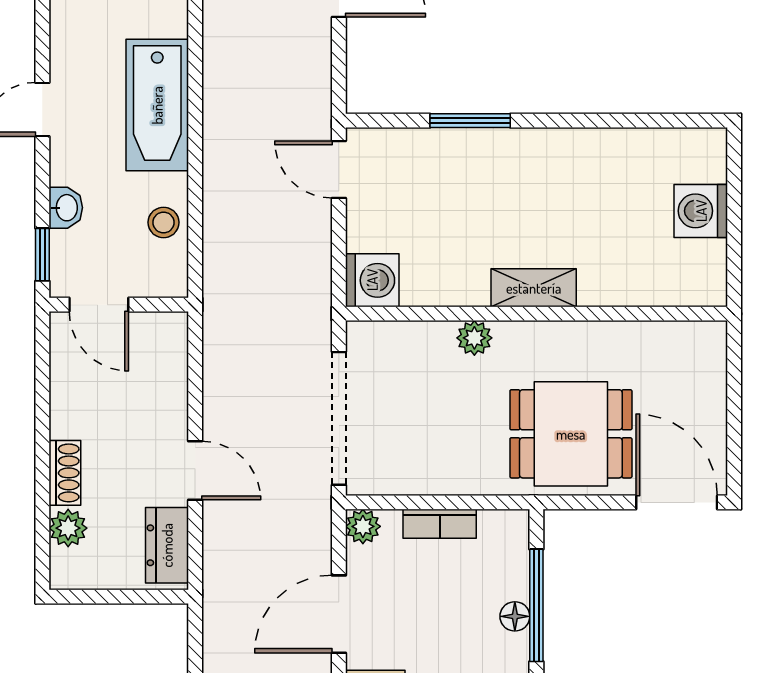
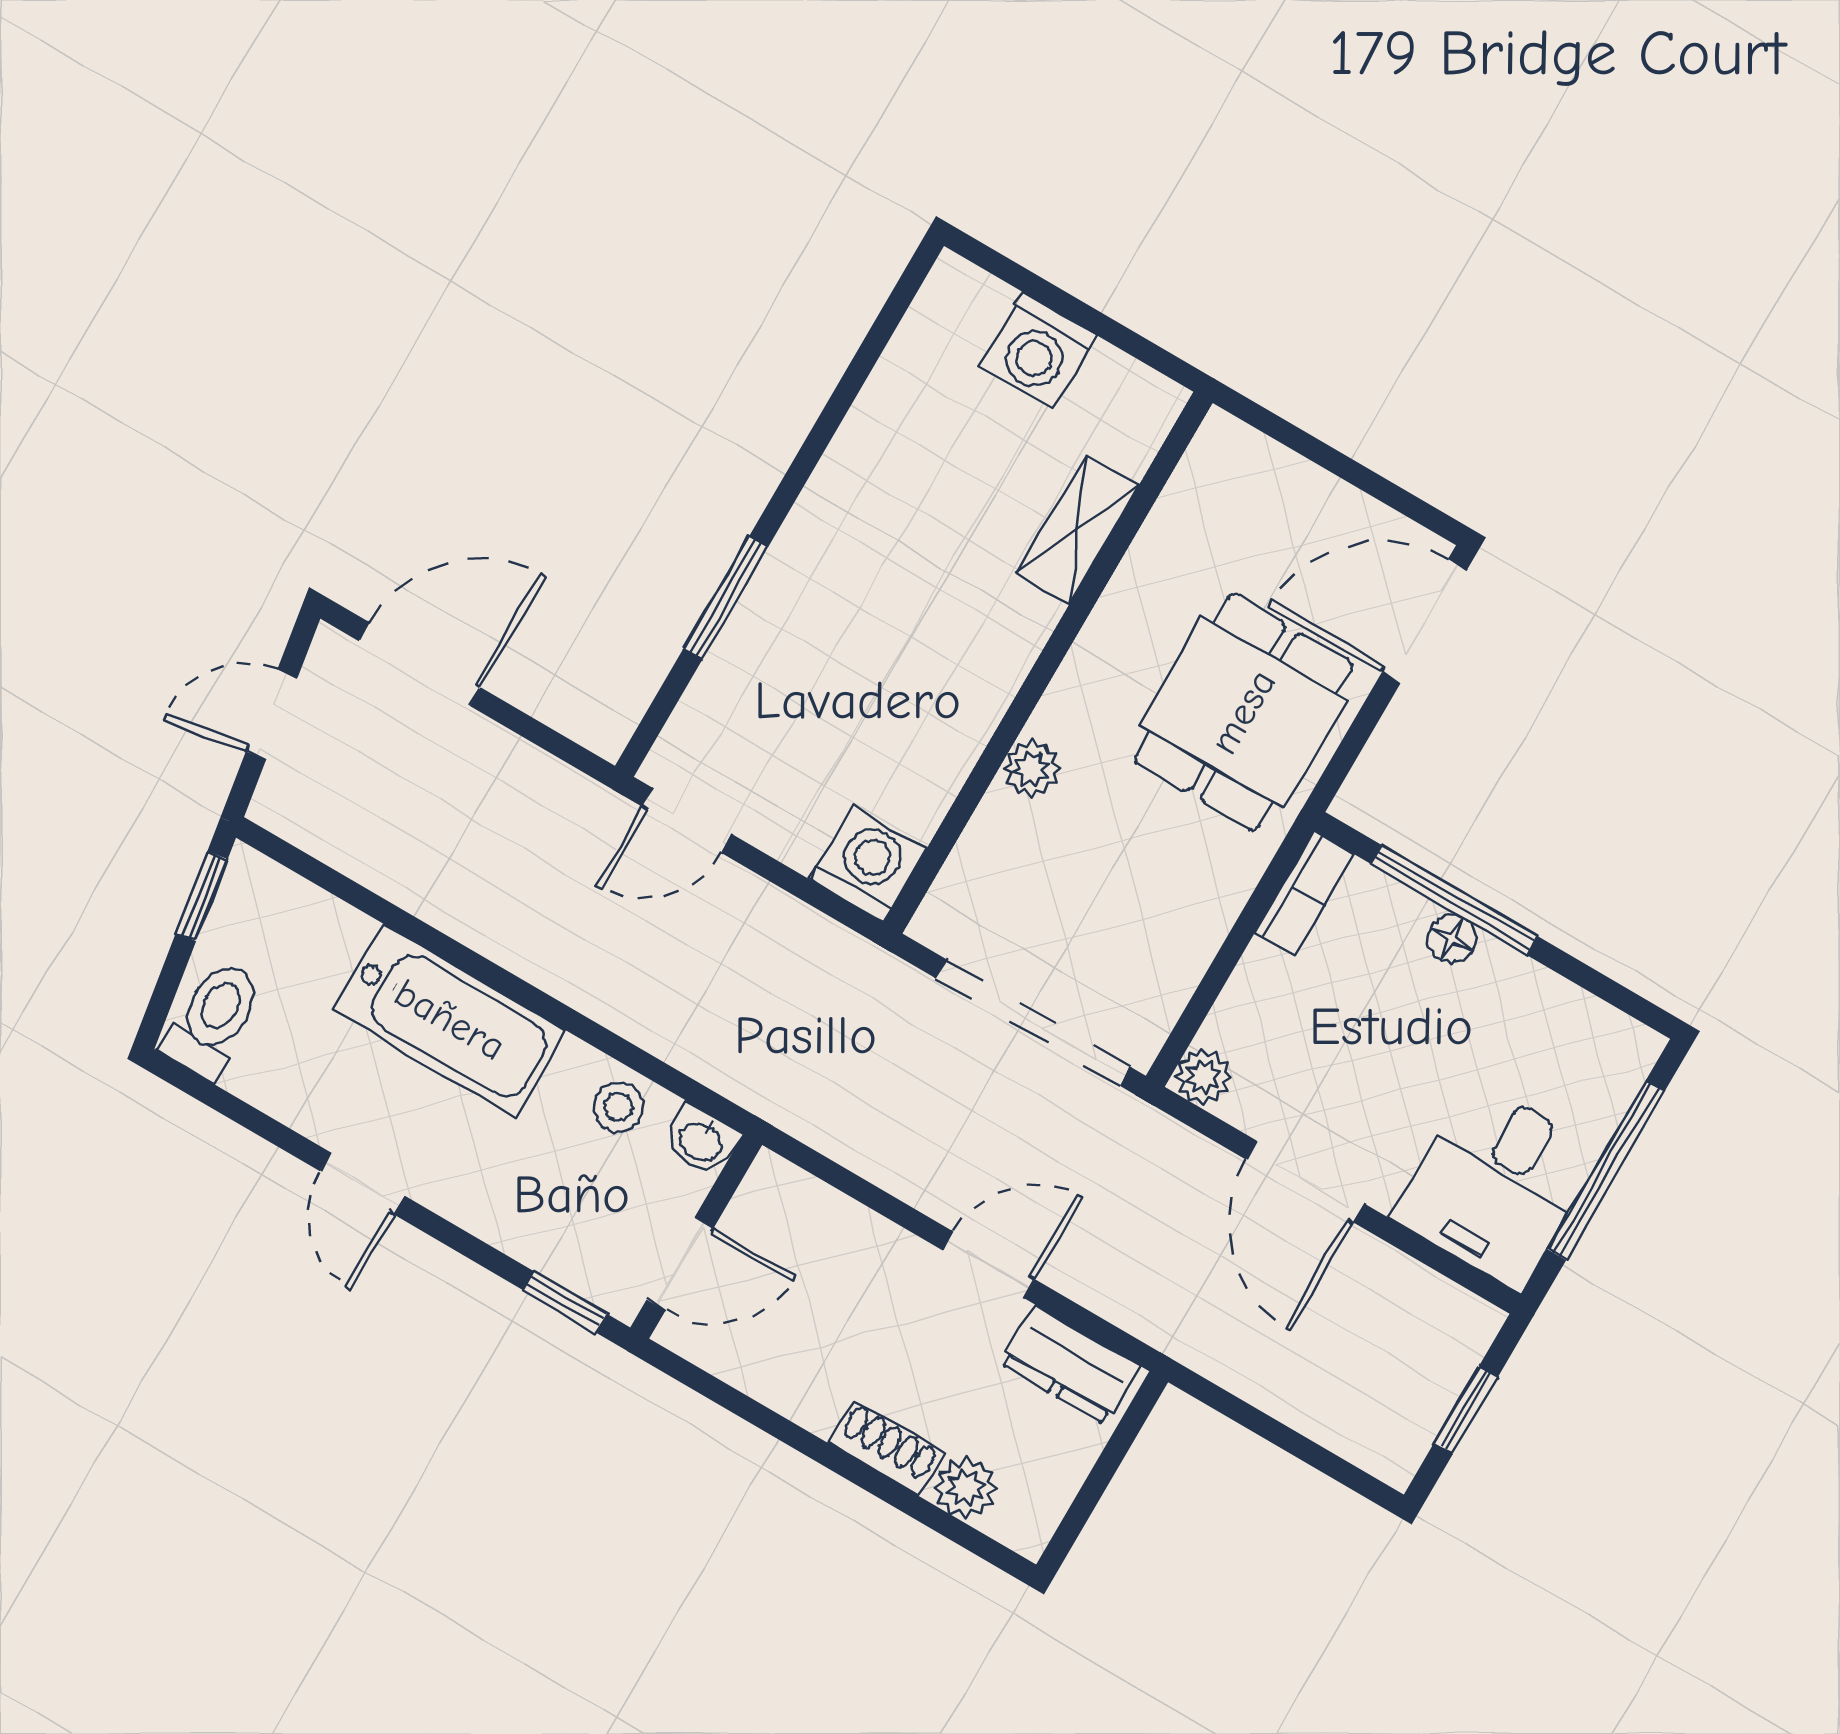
washbasin: (66, 208) -> (701, 1140), moved, turned 180
shelving: (534, 288) -> (1078, 530), moved
bookcase: (440, 524) -> (1305, 894), moved

